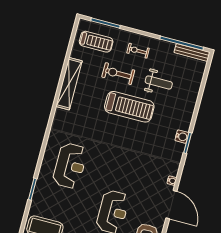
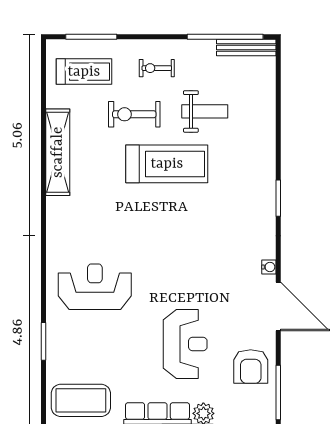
water cooler: (182, 137) -> (266, 190), removed
reception desk: (70, 166) -> (95, 287), turned -90

